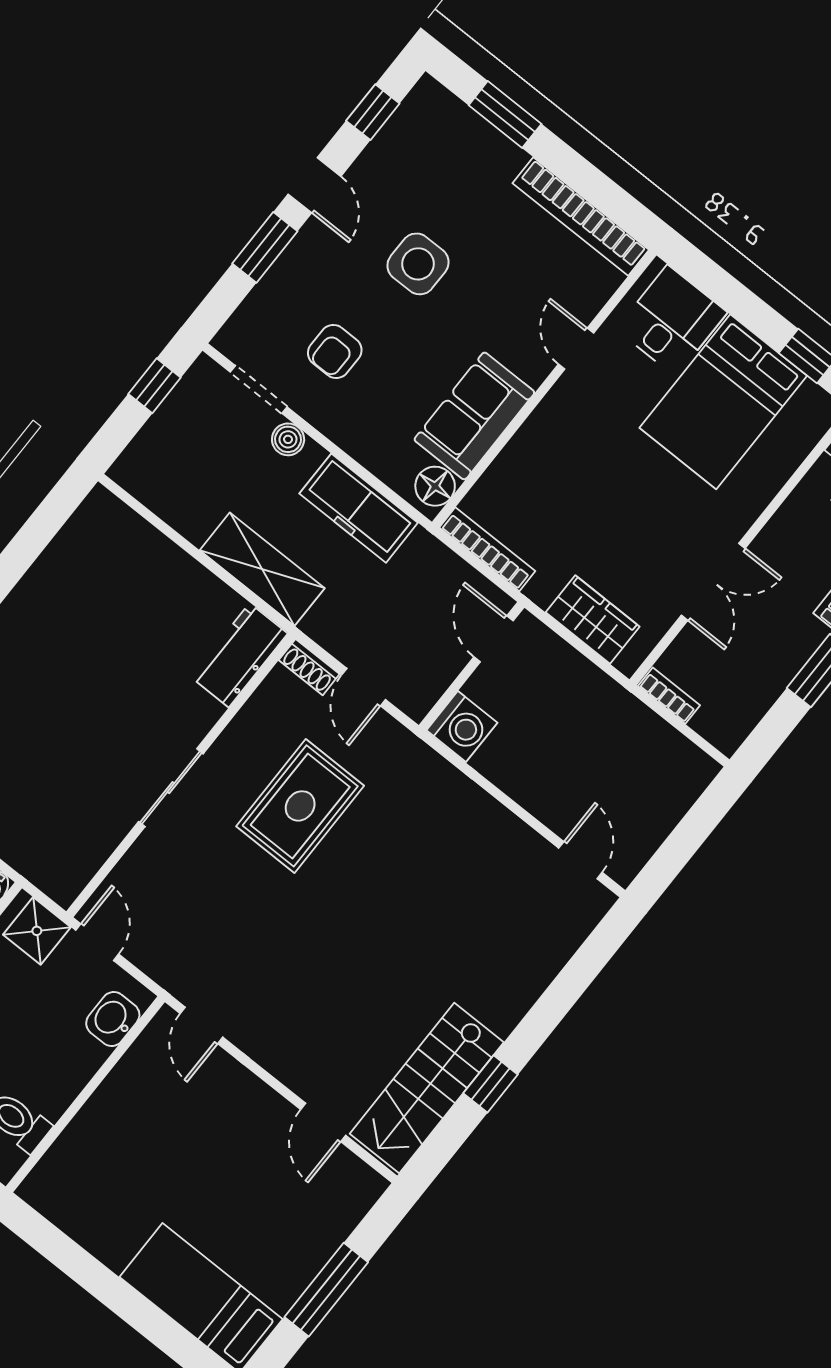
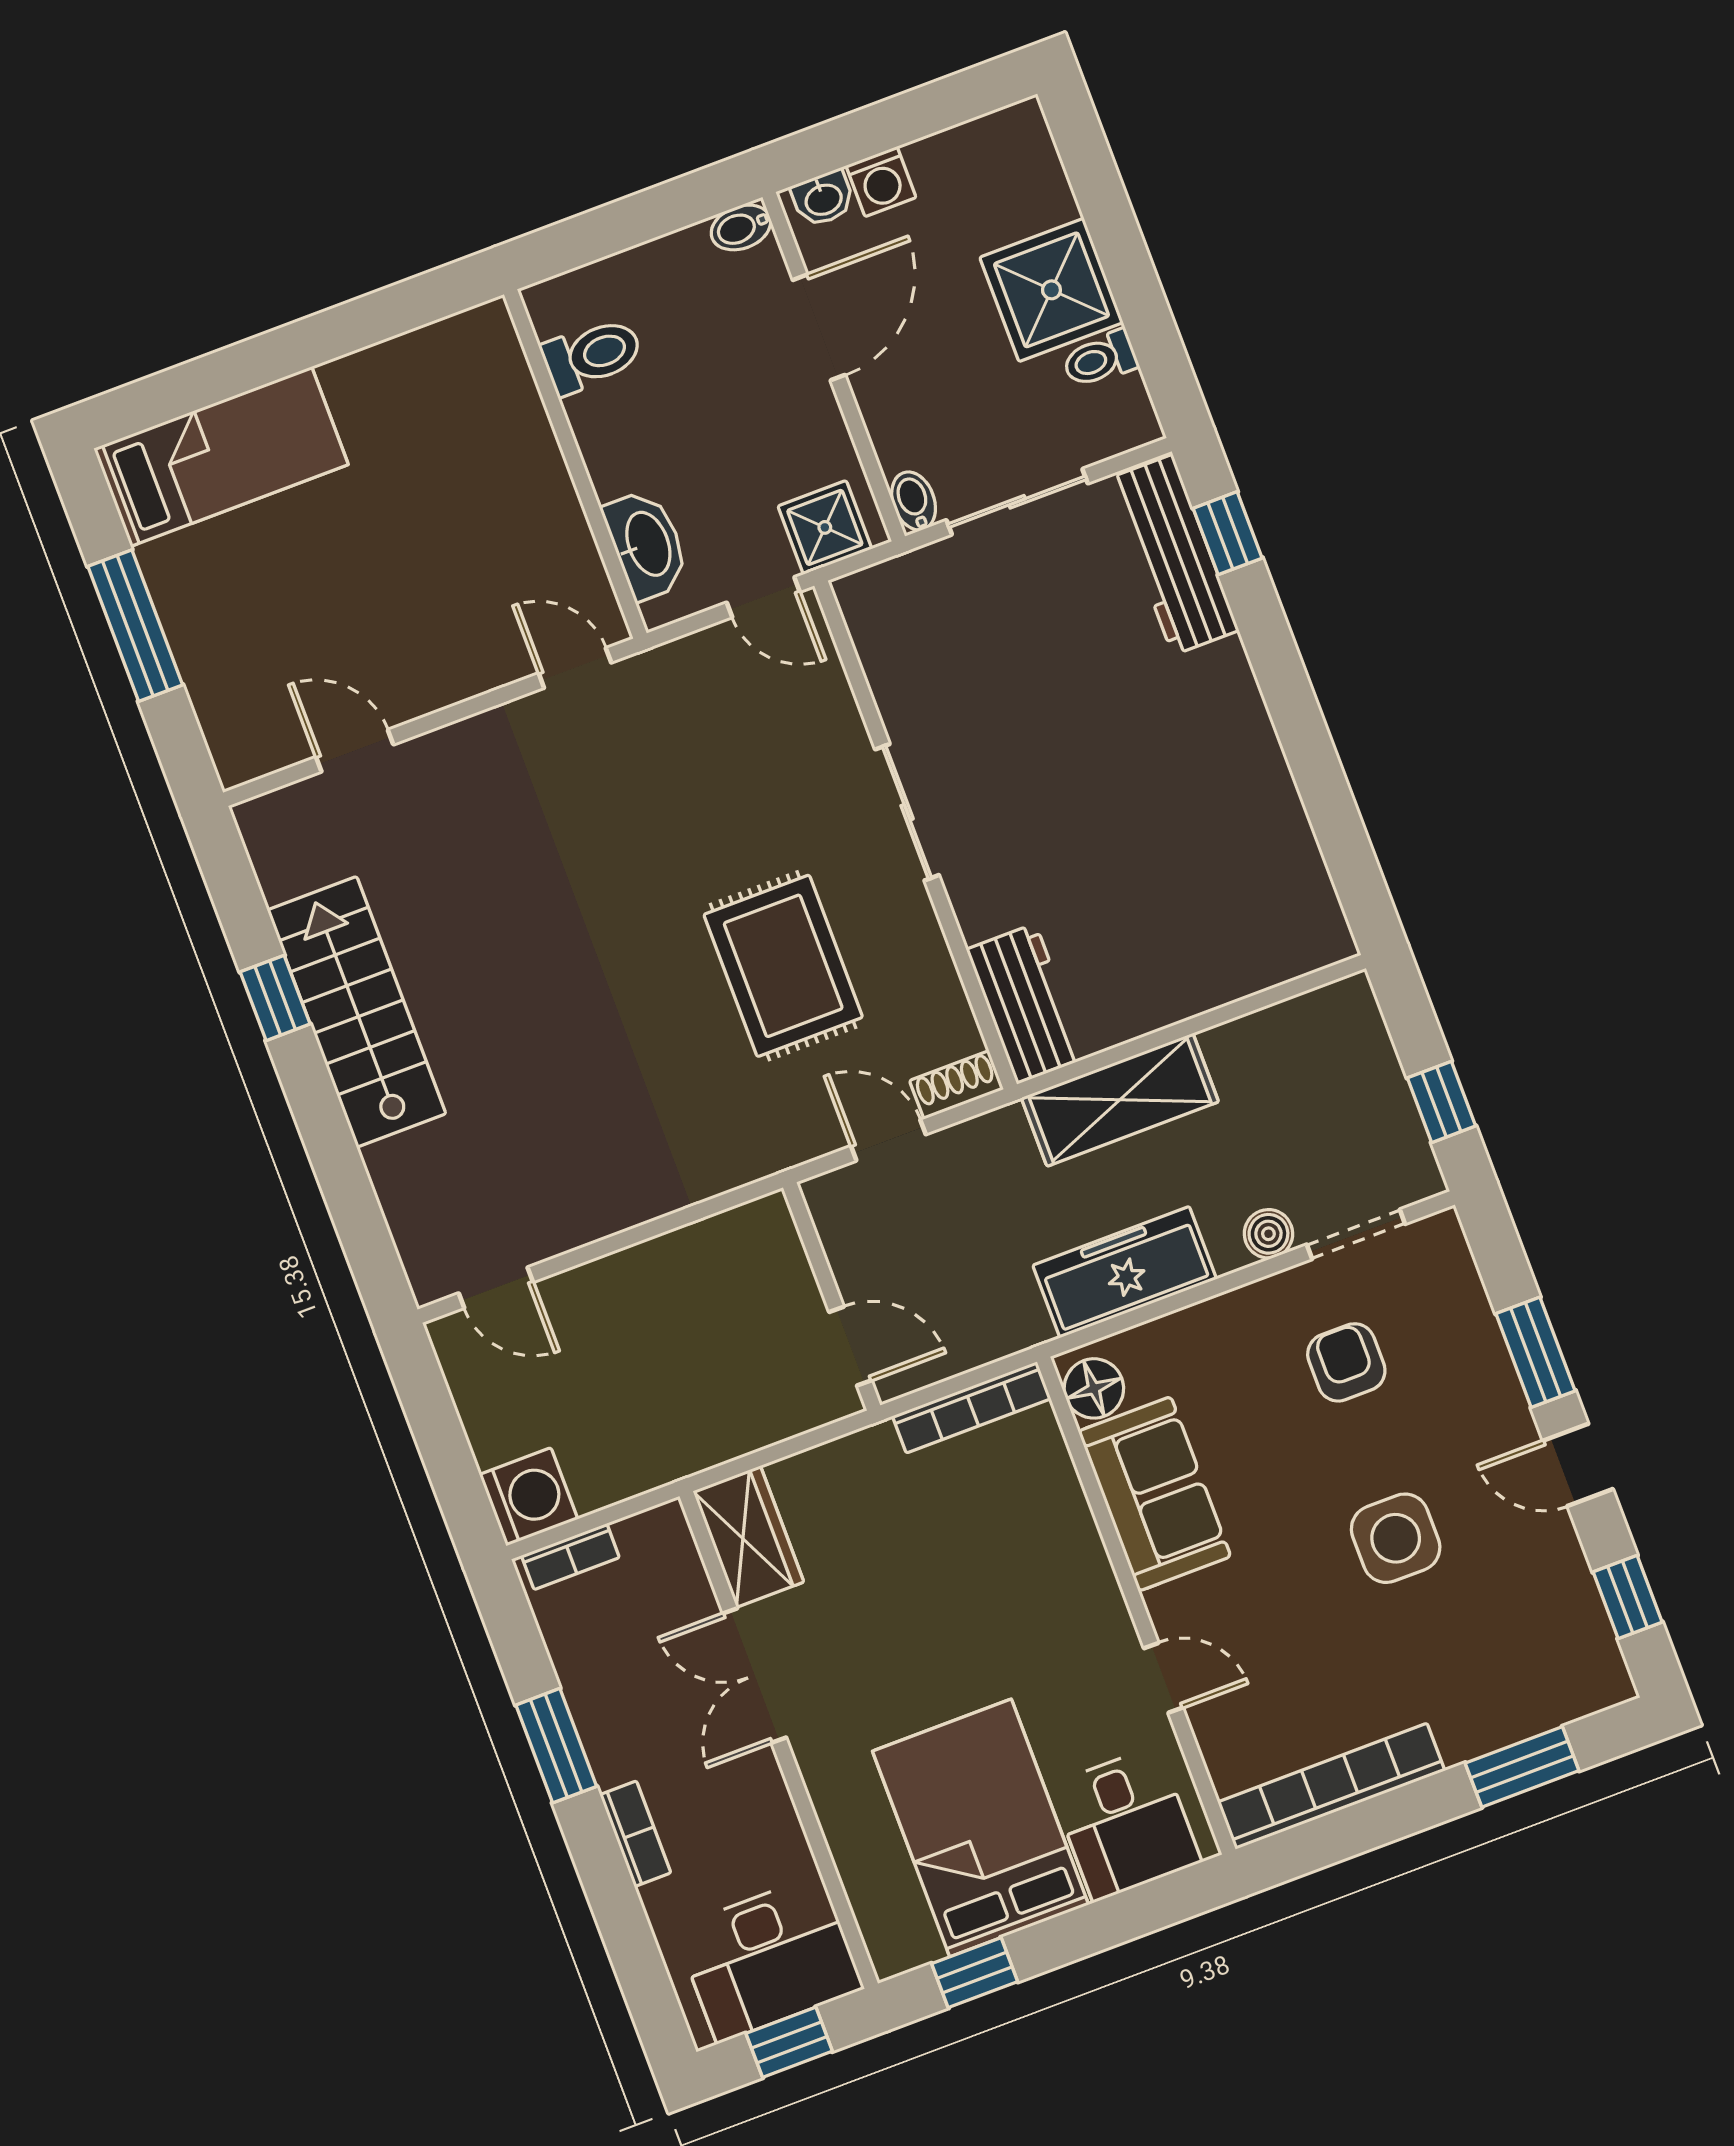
wardrobe: (593, 620) -> (748, 1537), moved, turned -90
bookcase: (669, 696) -> (570, 1557), moved
washing machine: (462, 726) -> (529, 1497), moved, turned 180
washbasin: (113, 1019) -> (647, 544), width x1.38
stairs: (427, 1088) -> (357, 1012), moved

